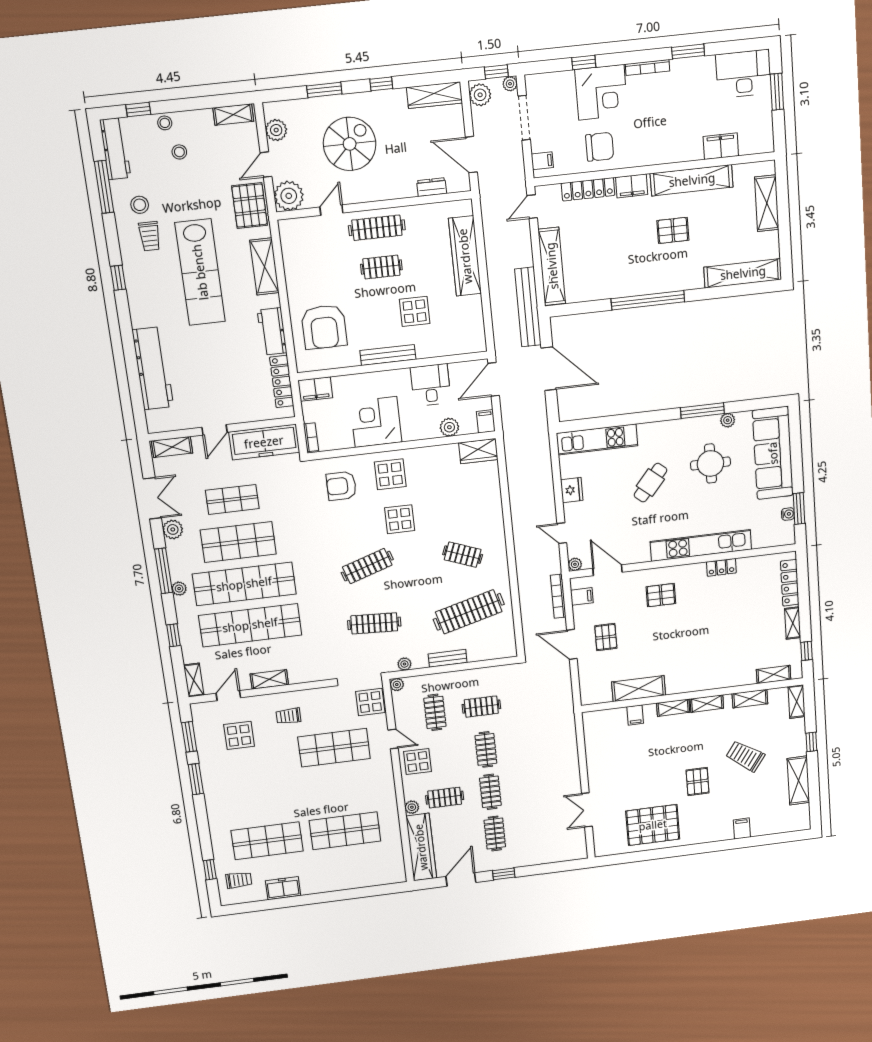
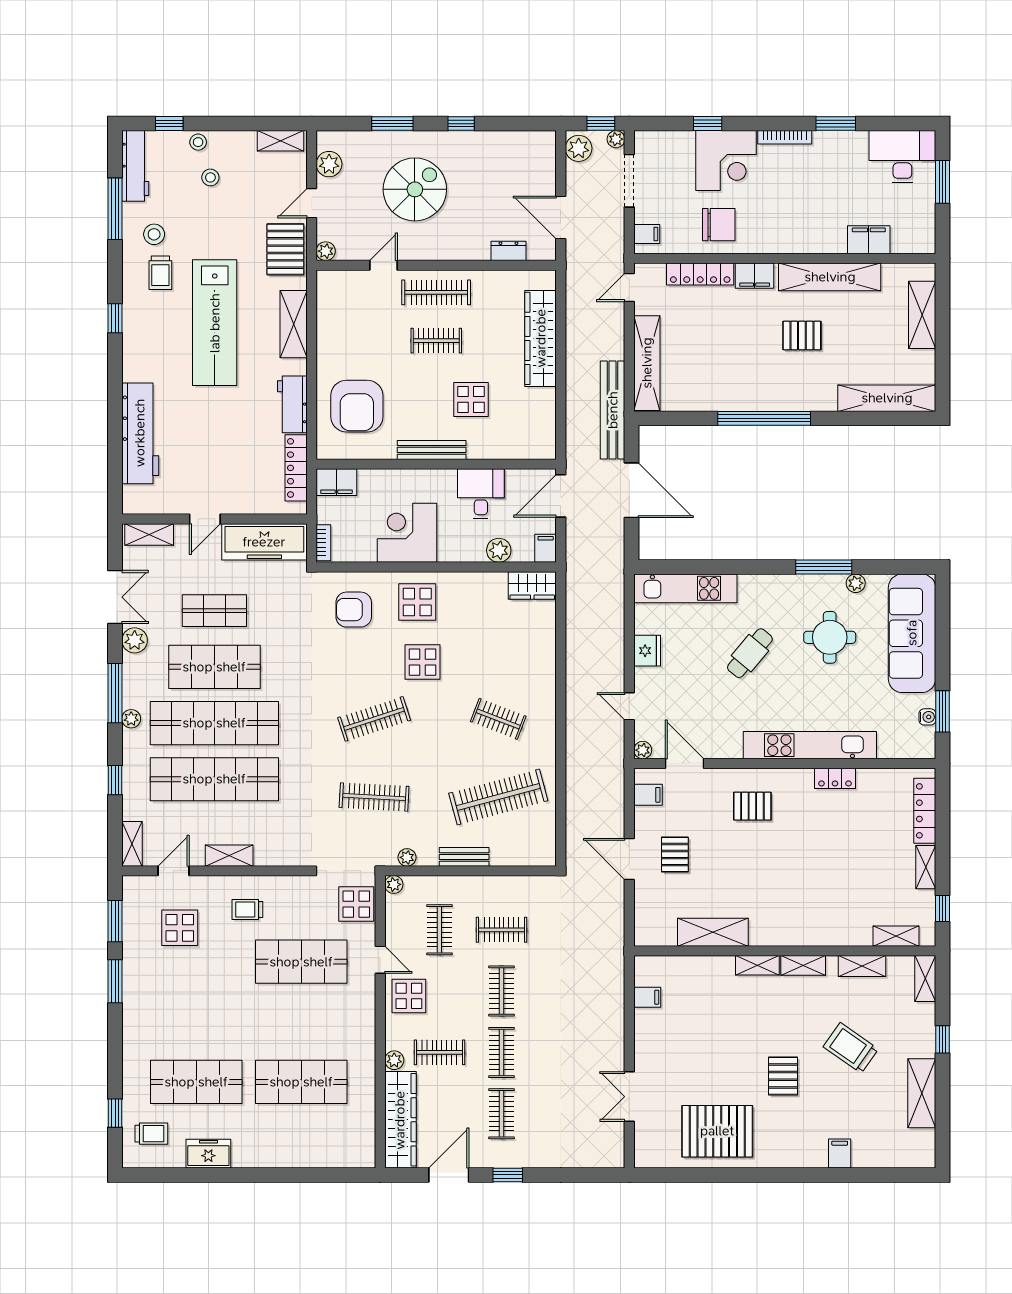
wardrobe: (434, 95) -> (523, 143), removed
plant: (289, 196) -> (326, 251), width x0.53, depth x0.53
bookcase: (558, 596) -> (617, 791), removed
filing cabinet: (635, 715) -> (647, 997), moved, turned -90

